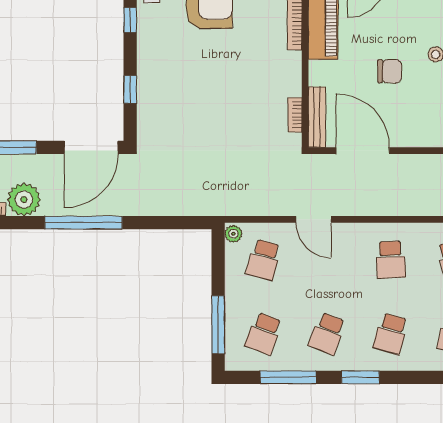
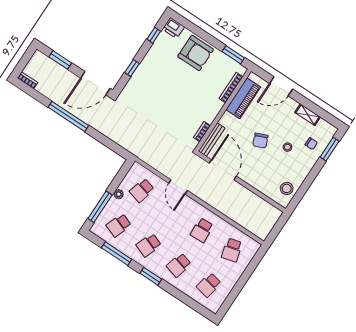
chair: (390, 71) -> (260, 141), turned 68
plant: (24, 200) -> (47, 87), removed
plant: (233, 234) -> (119, 194), moved

